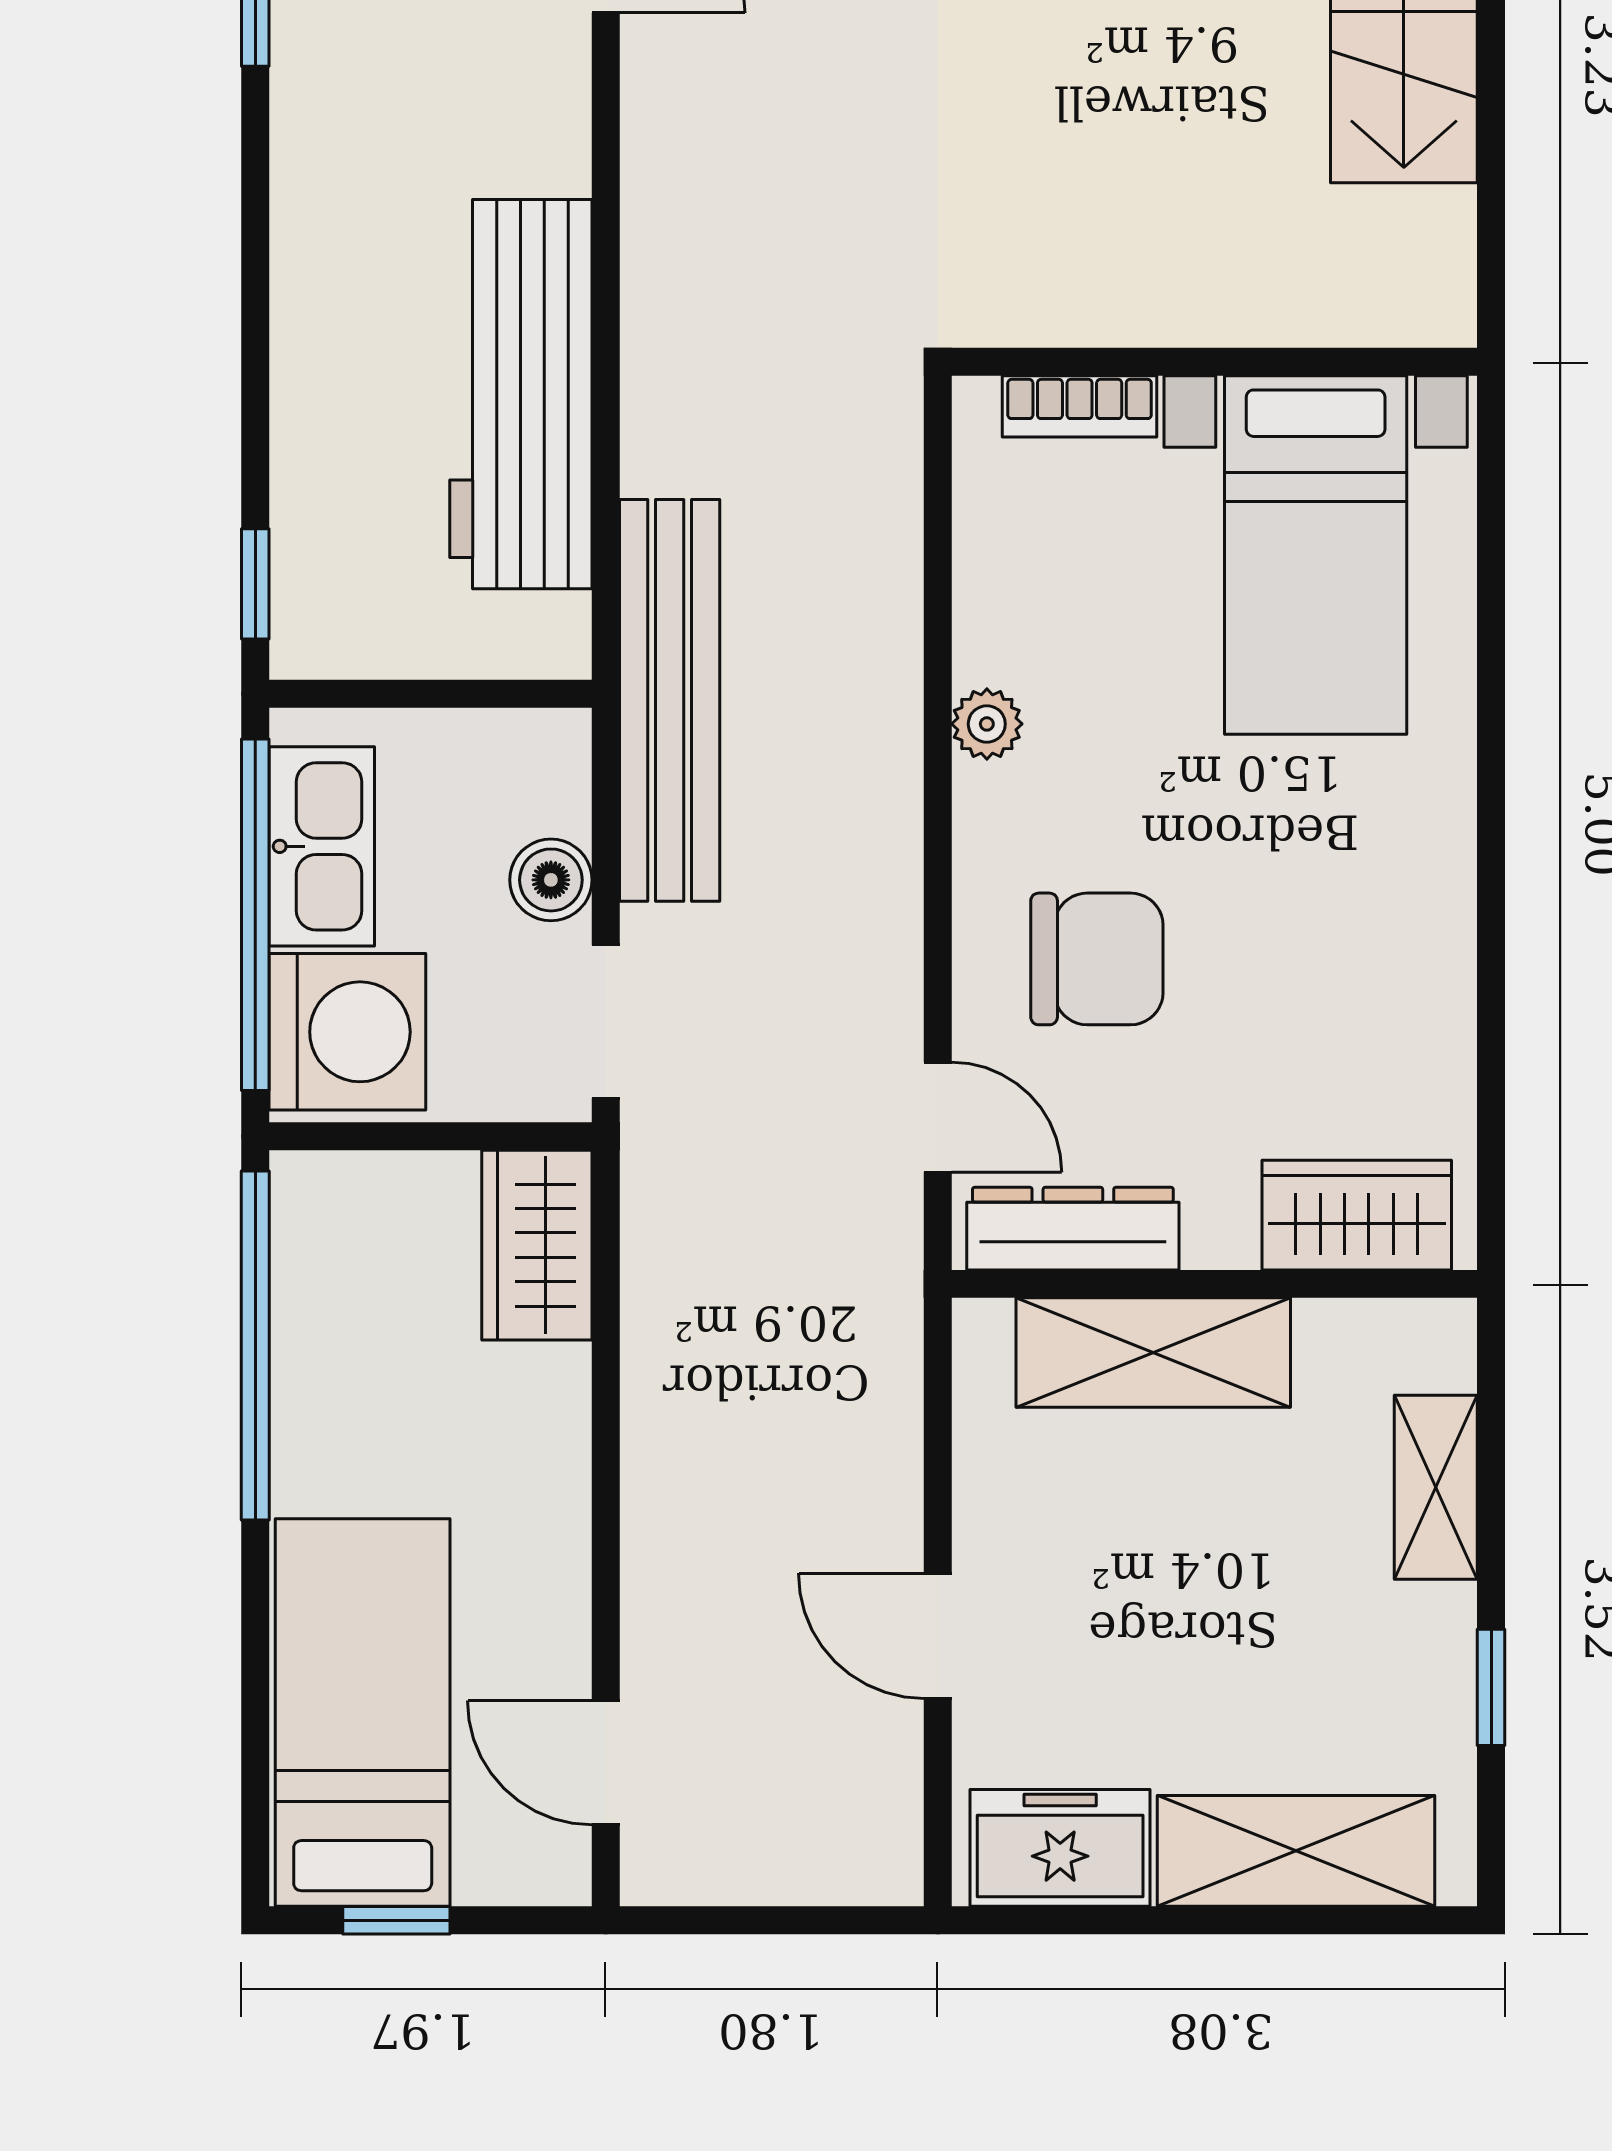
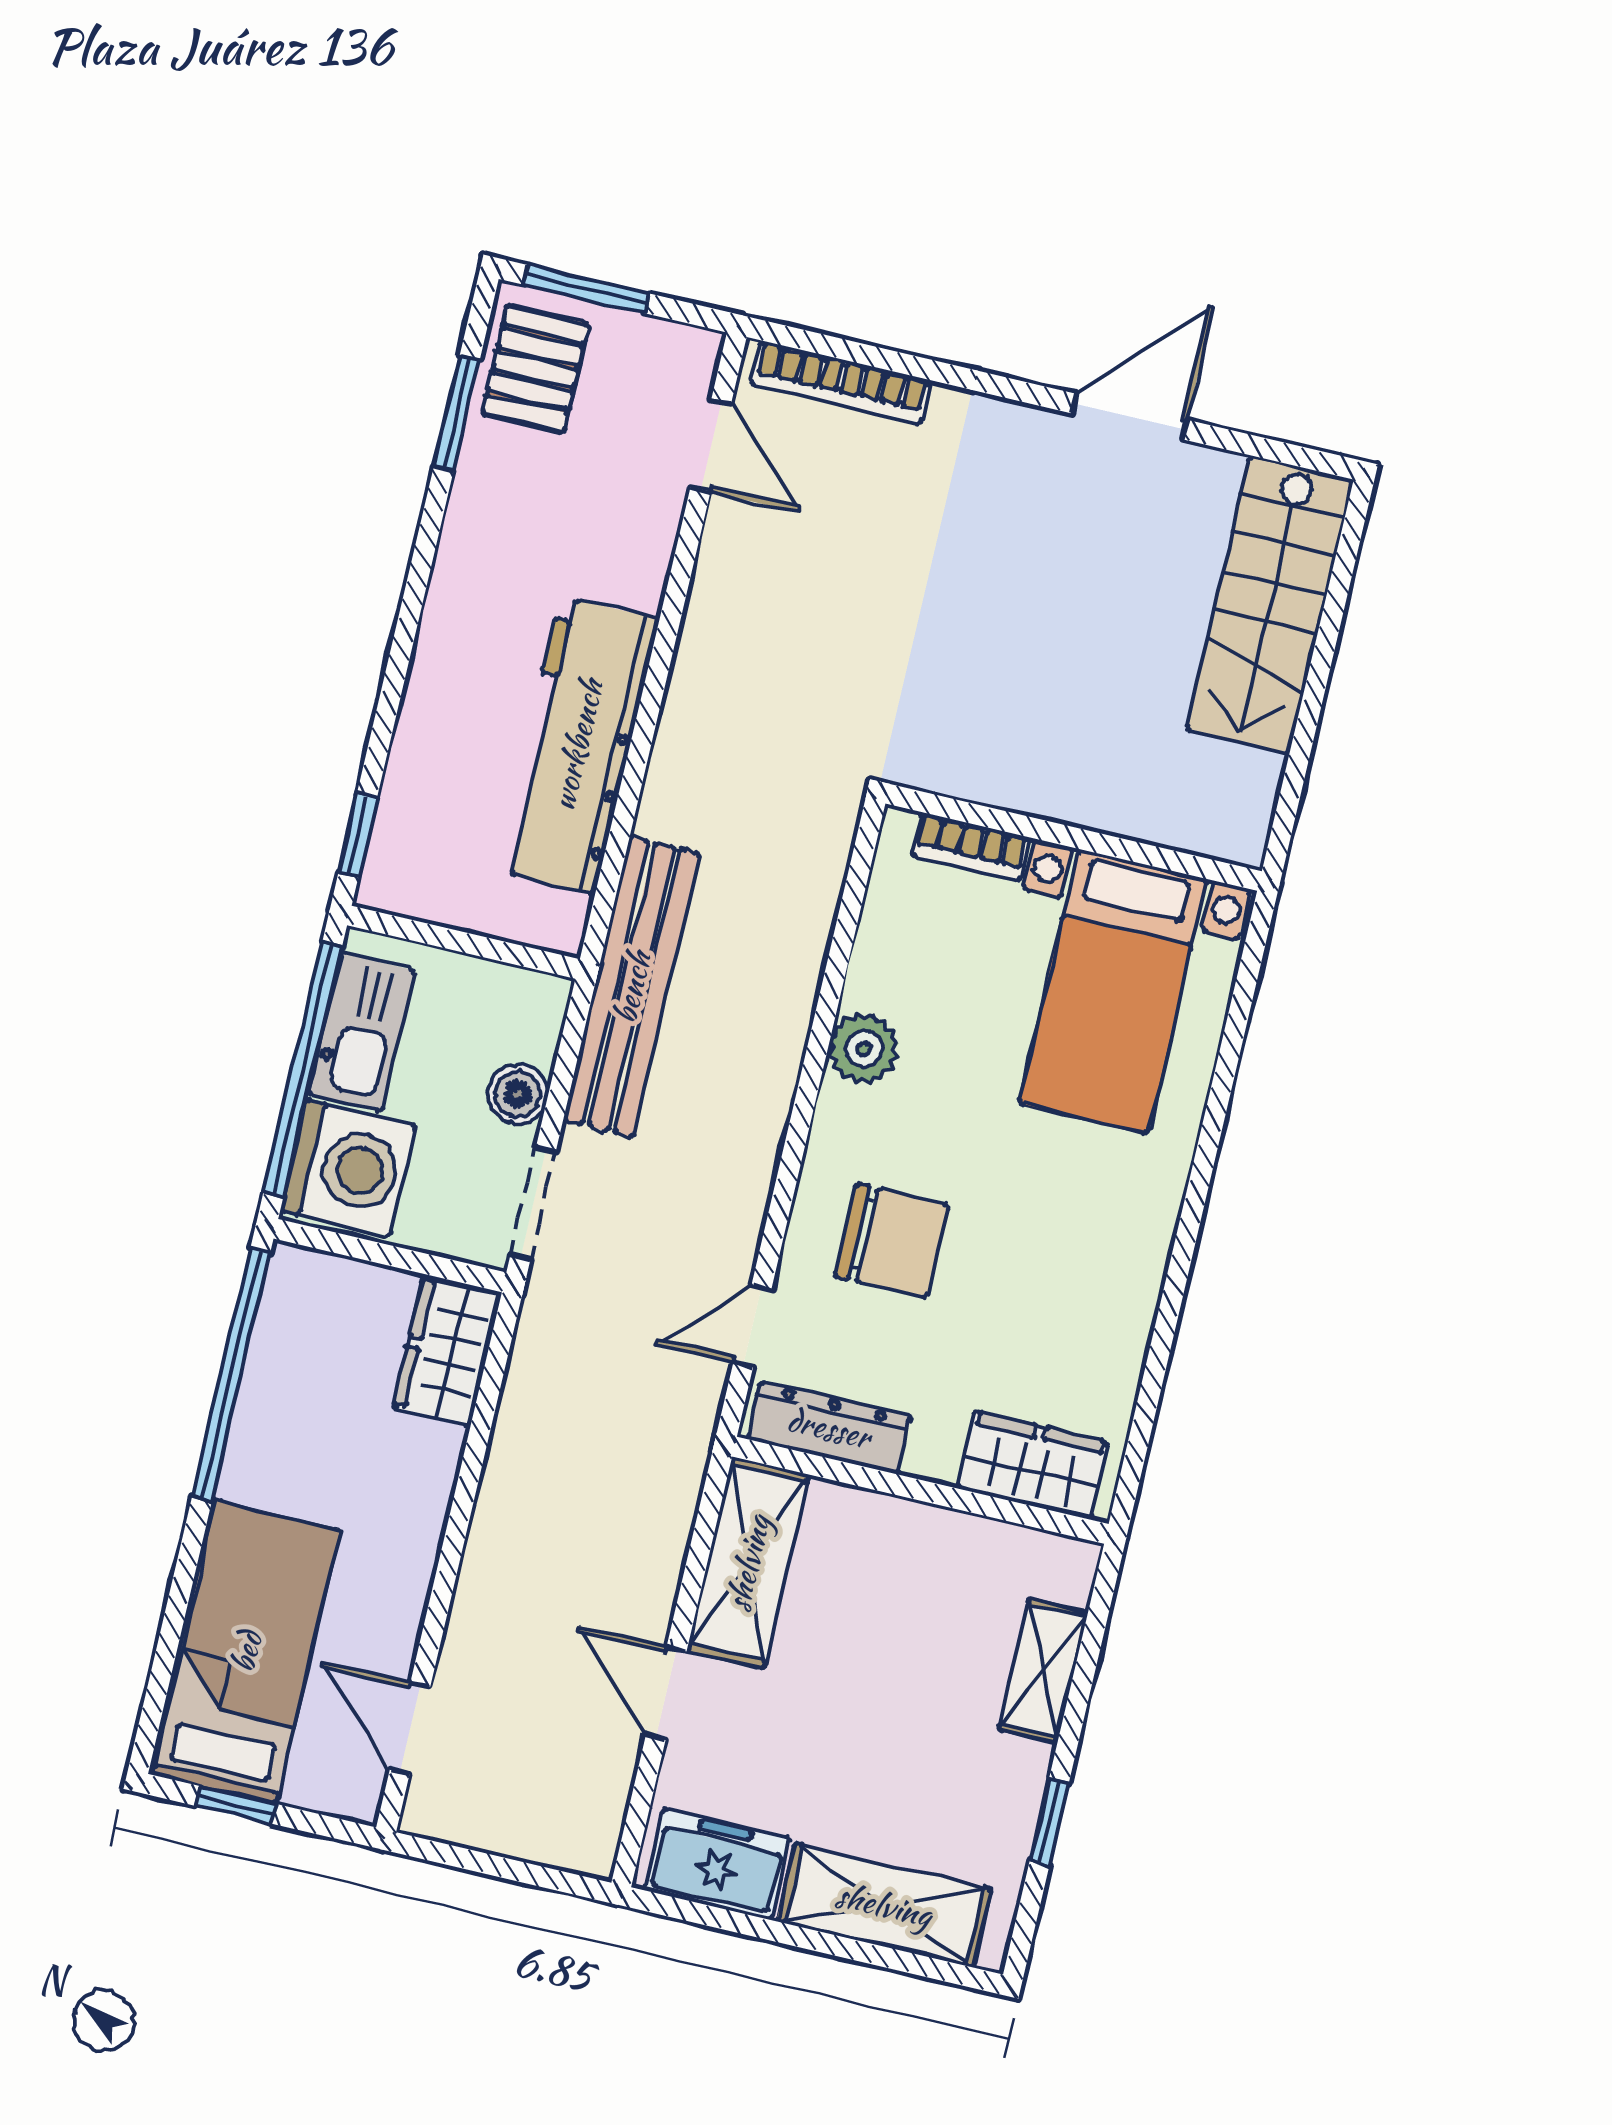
plant: (987, 724) -> (864, 1049), width x1.38, depth x1.38
door: (938, 1117) -> (752, 1326), swing flipped
shelving: (1153, 1353) -> (748, 1563), moved, turned 90

